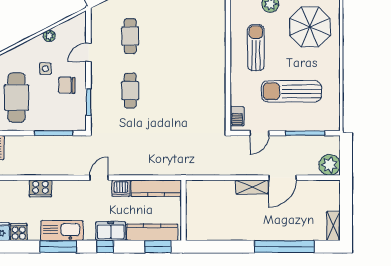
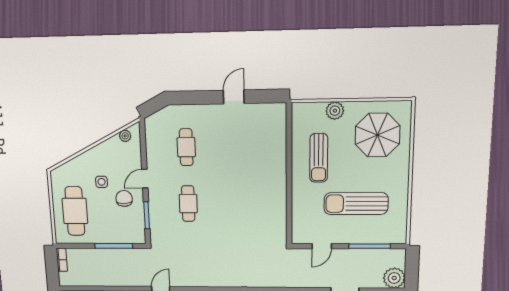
plant: (49, 36) -> (125, 136), moved
sun lounger: (256, 48) -> (319, 158), turned 180
door: (88, 52) -> (145, 179), moved
chair: (67, 85) -> (124, 198), turned 86
barbecue: (237, 116) -> (299, 229), removed

